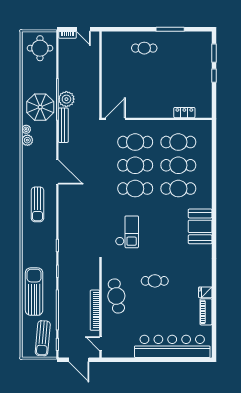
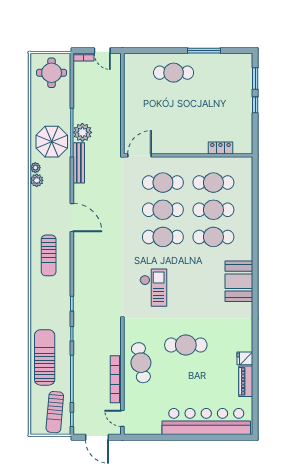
cafe table: (144, 48) -> (174, 73), width x1.37, depth x1.35
cafe table: (155, 281) -> (186, 345), width x1.37, depth x1.35

